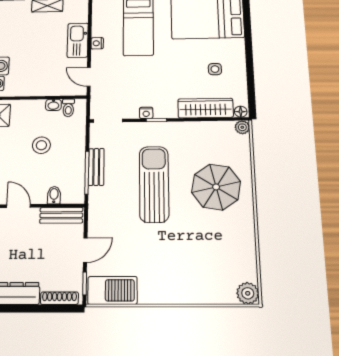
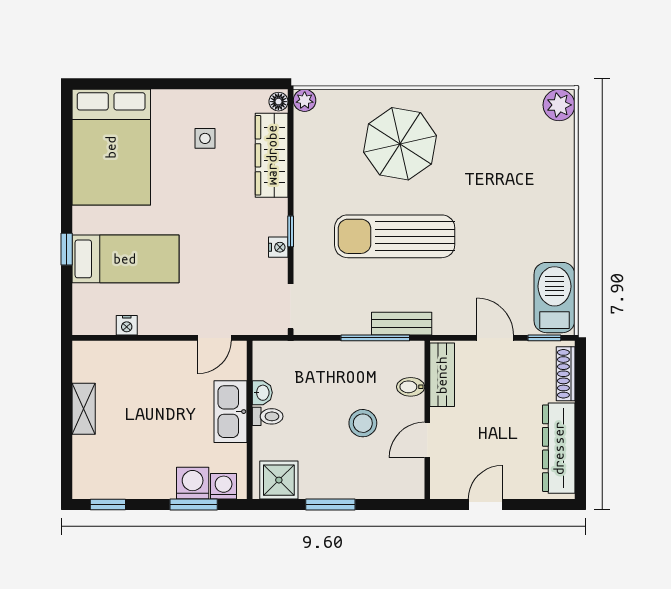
kitchen sink: (78, 40) -> (231, 412), moved, turned 90
nightstand: (97, 43) -> (127, 325), moved
toilet: (68, 108) -> (268, 416), moved
stool: (41, 145) -> (363, 423), moved
bench: (96, 167) -> (402, 324), moved

